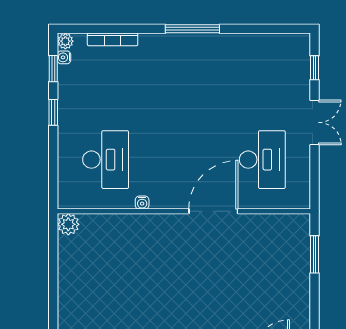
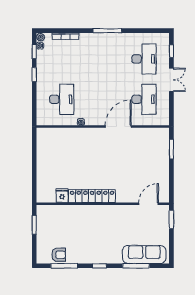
desk: (262, 83) -> (144, 59), added
plant: (68, 224) -> (42, 133), removed

